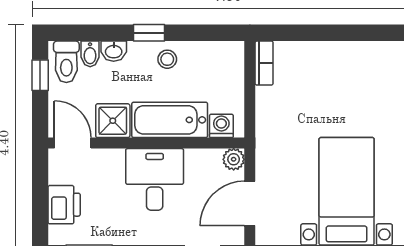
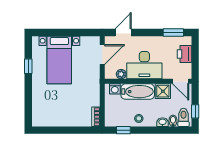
window: (149, 33) -> (123, 130), moved
plant: (234, 159) -> (121, 74), moved
desk: (155, 179) -> (144, 65), width x1.37

